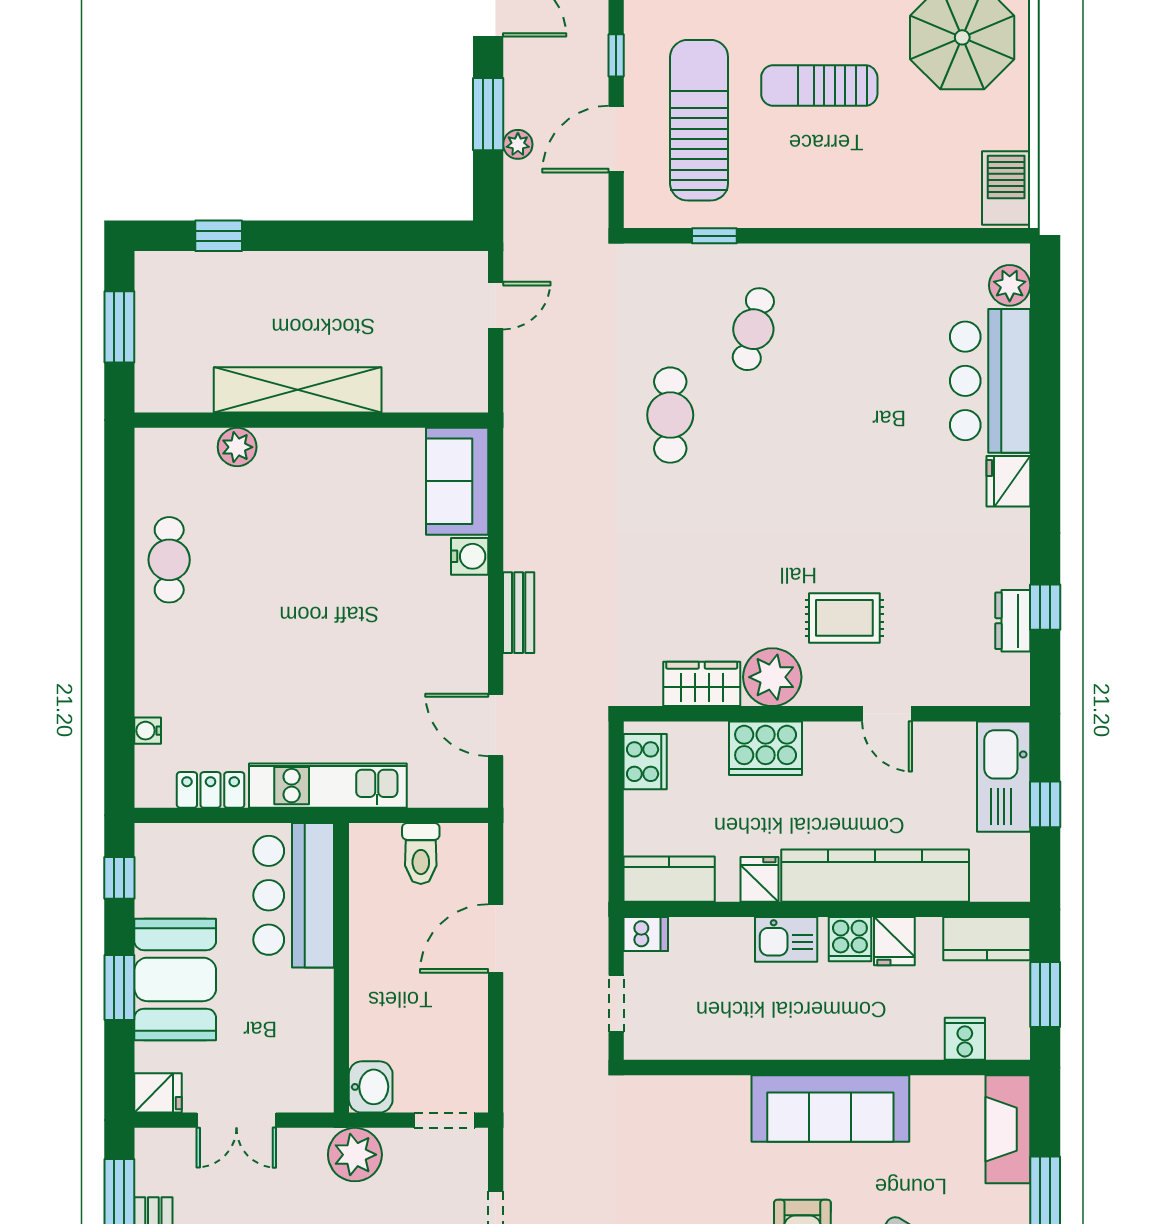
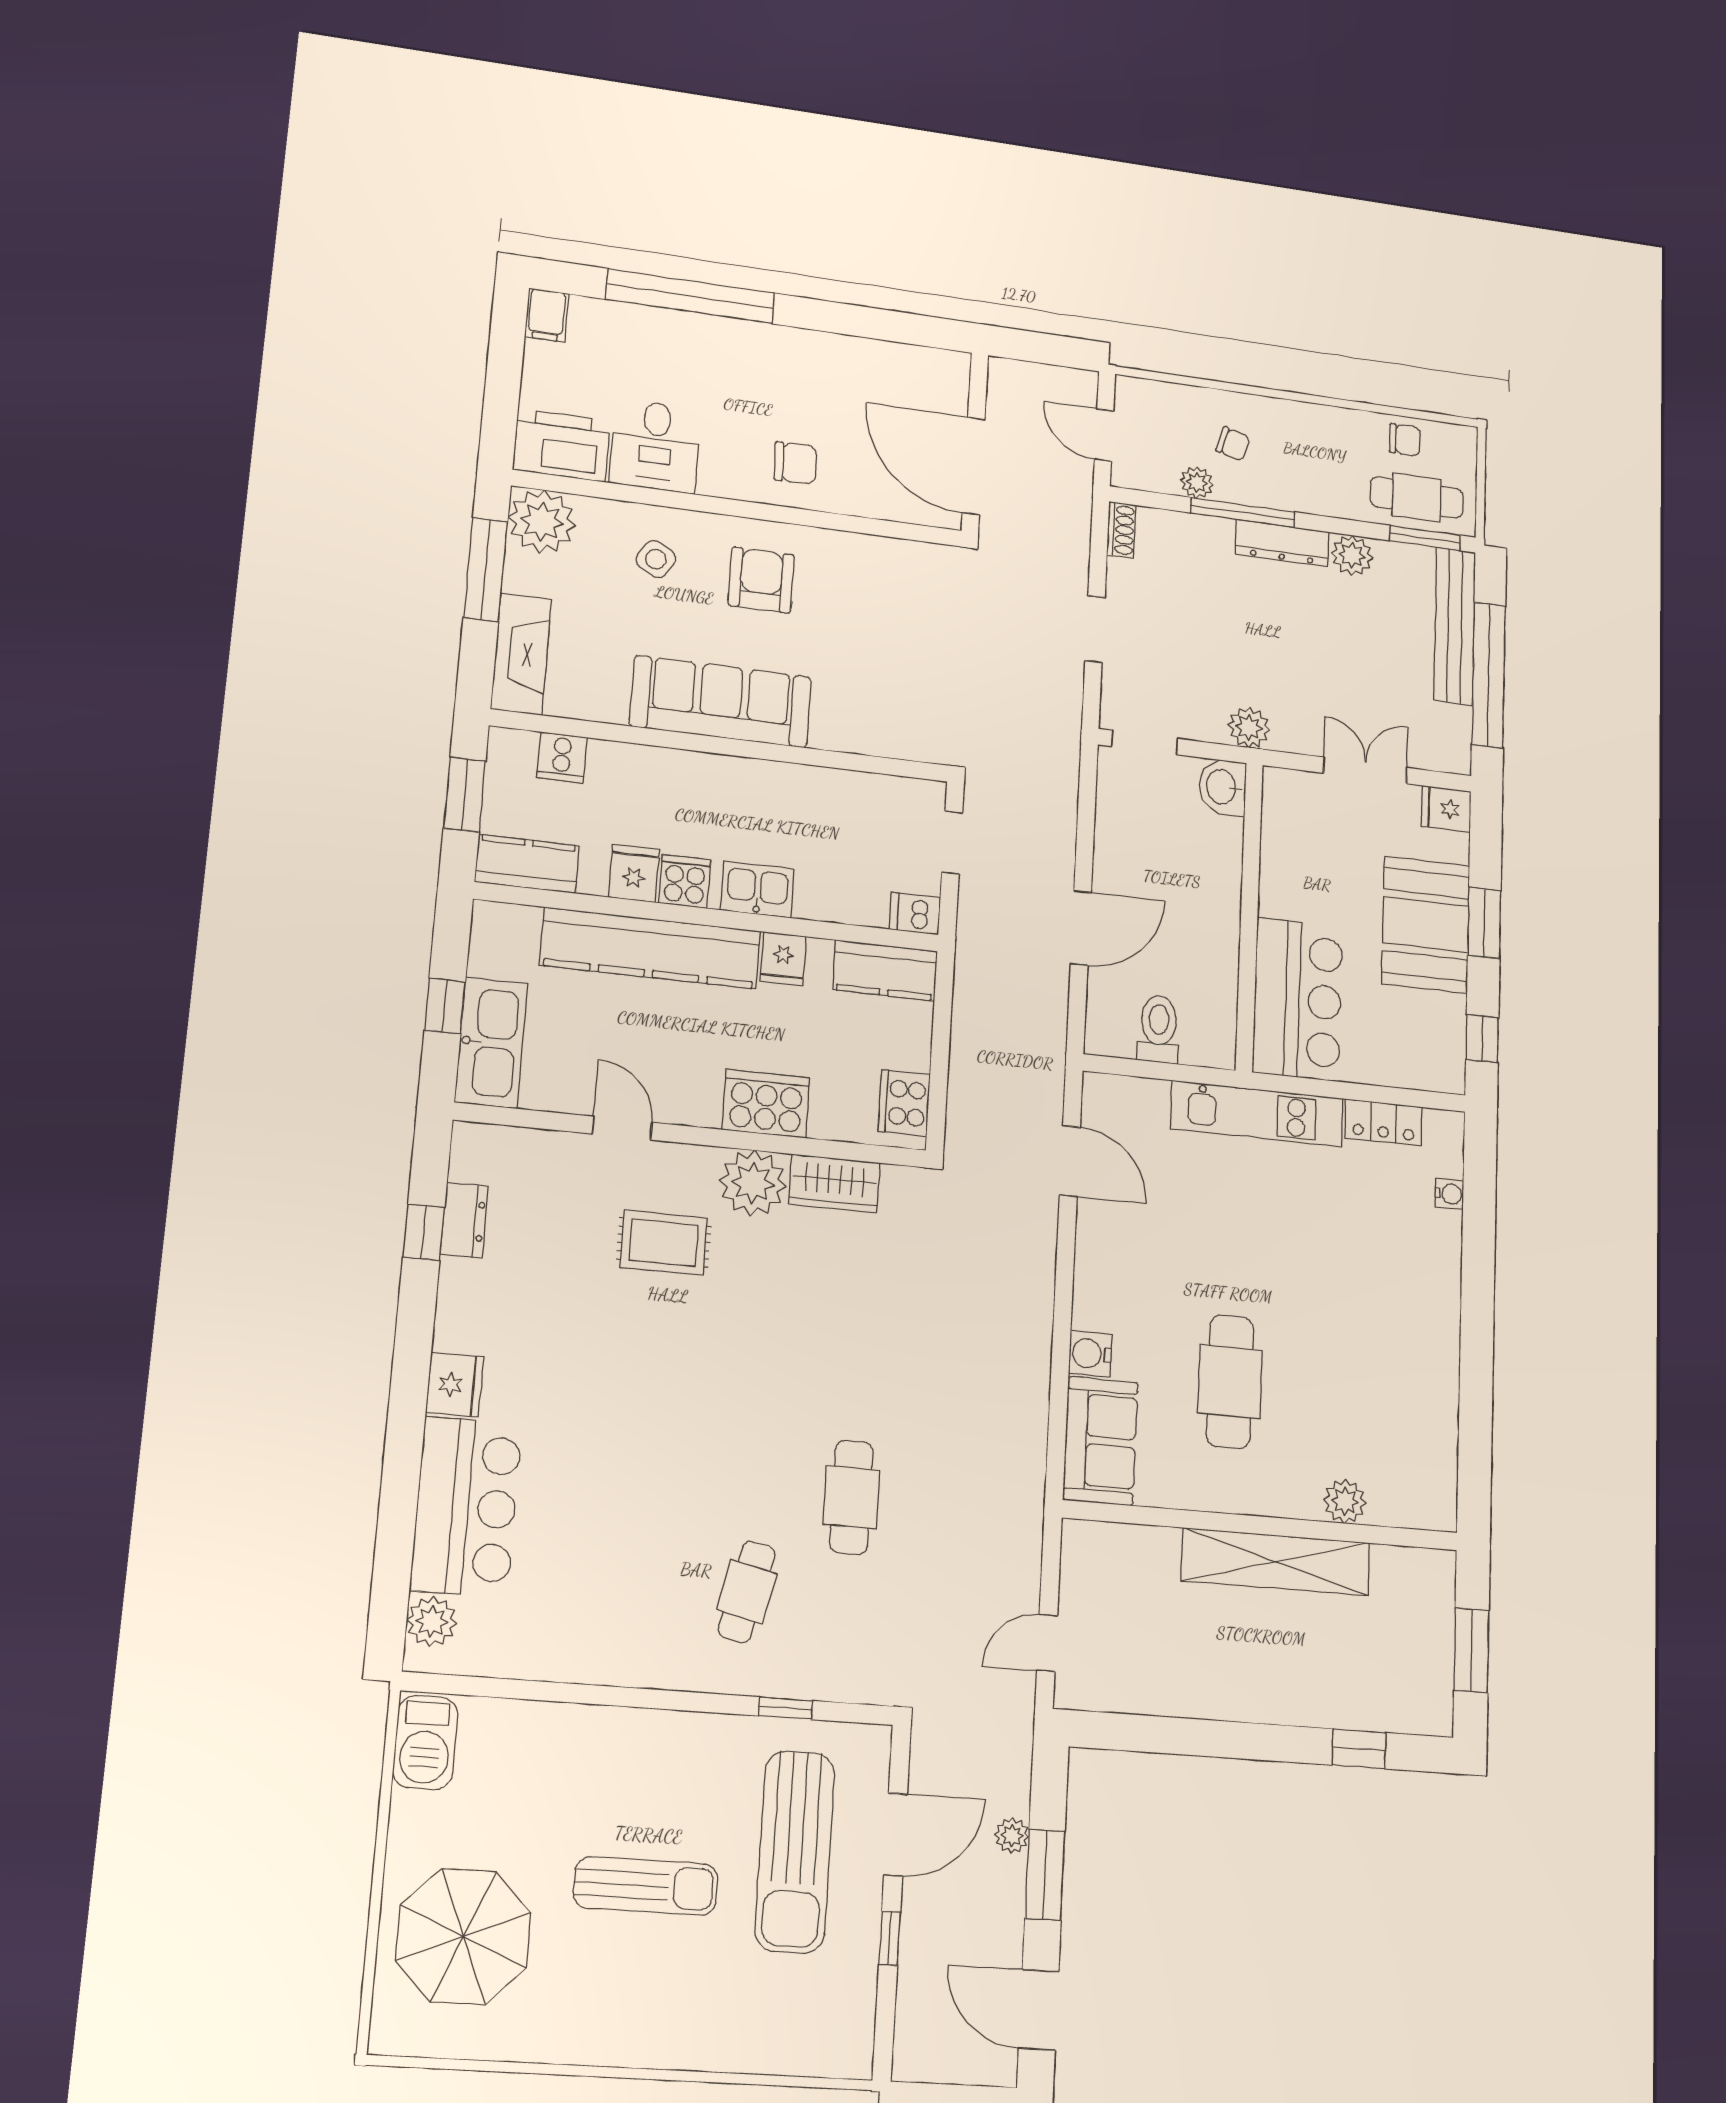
cafe table: (169, 560) -> (1230, 1382), moved, width x1.37, depth x1.35
bench: (519, 613) -> (1038, 1285), removed
plant: (355, 1155) -> (1249, 727), width x0.73, depth x0.73

